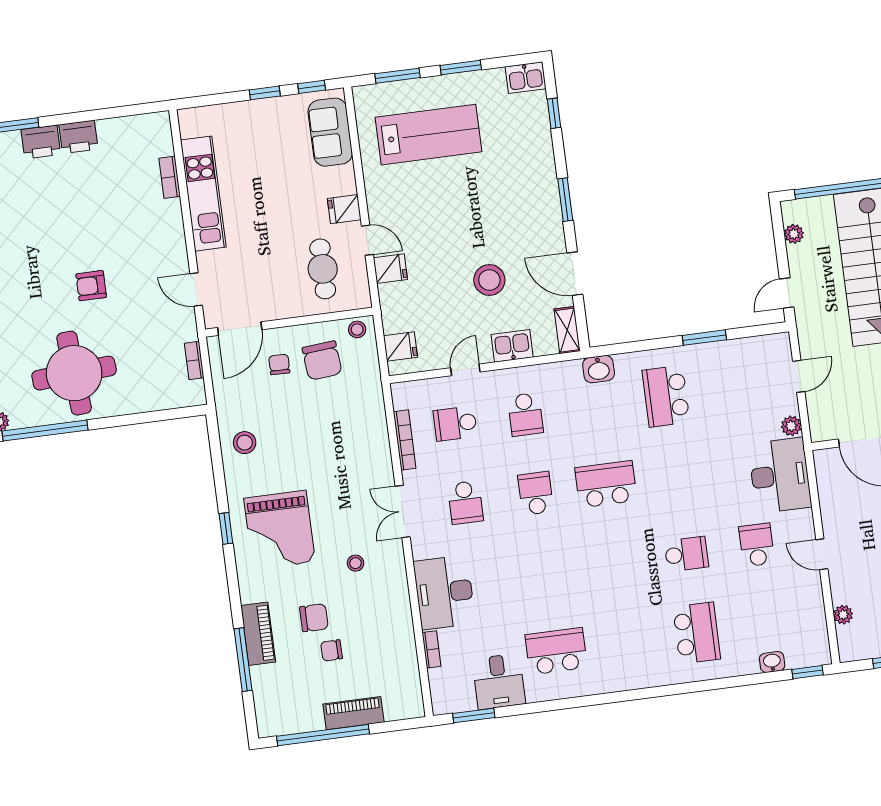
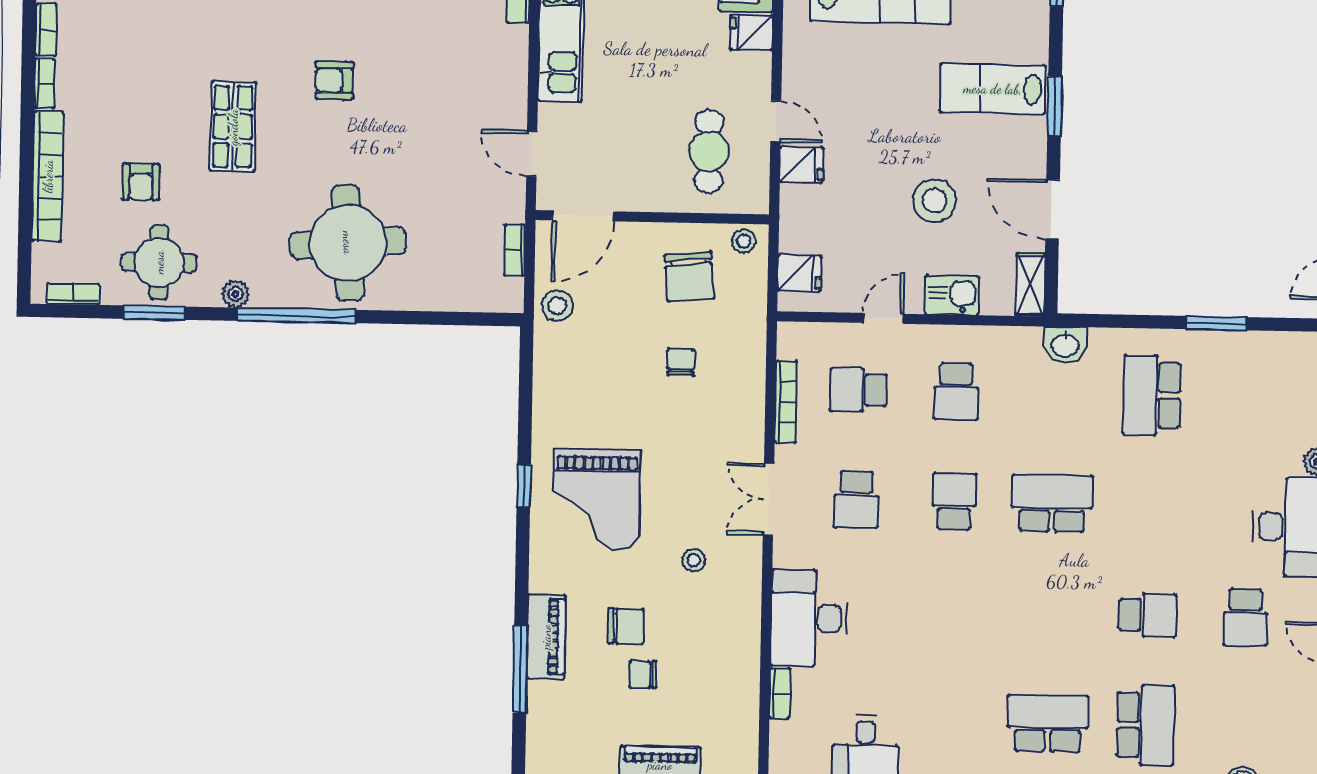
lab bench: (519, 194) -> (993, 89), added
fridge: (344, 209) -> (751, 33), moved
armchair: (91, 286) -> (334, 80), moved
chair: (279, 364) -> (681, 362), moved
stool: (245, 443) -> (557, 306), moved
school desk: (757, 545) -> (1246, 617), turned 180
school desk: (556, 651) -> (1048, 723), moved

